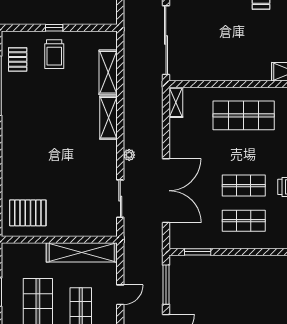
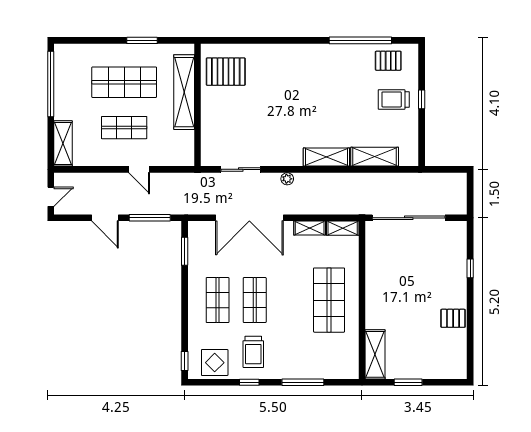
shelving: (176, 134) -> (310, 228), added
pallet: (28, 213) -> (226, 72), turned 90
shelving: (82, 252) -> (184, 92), moved

